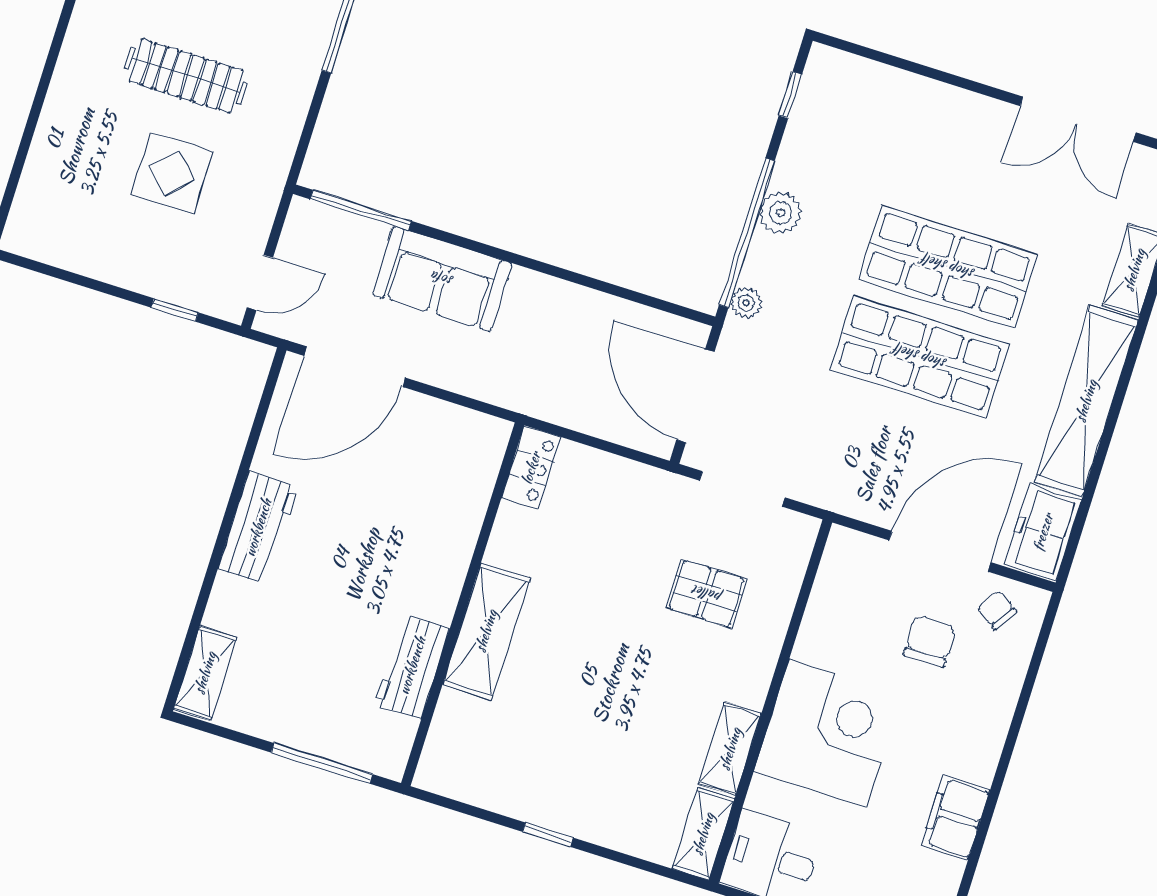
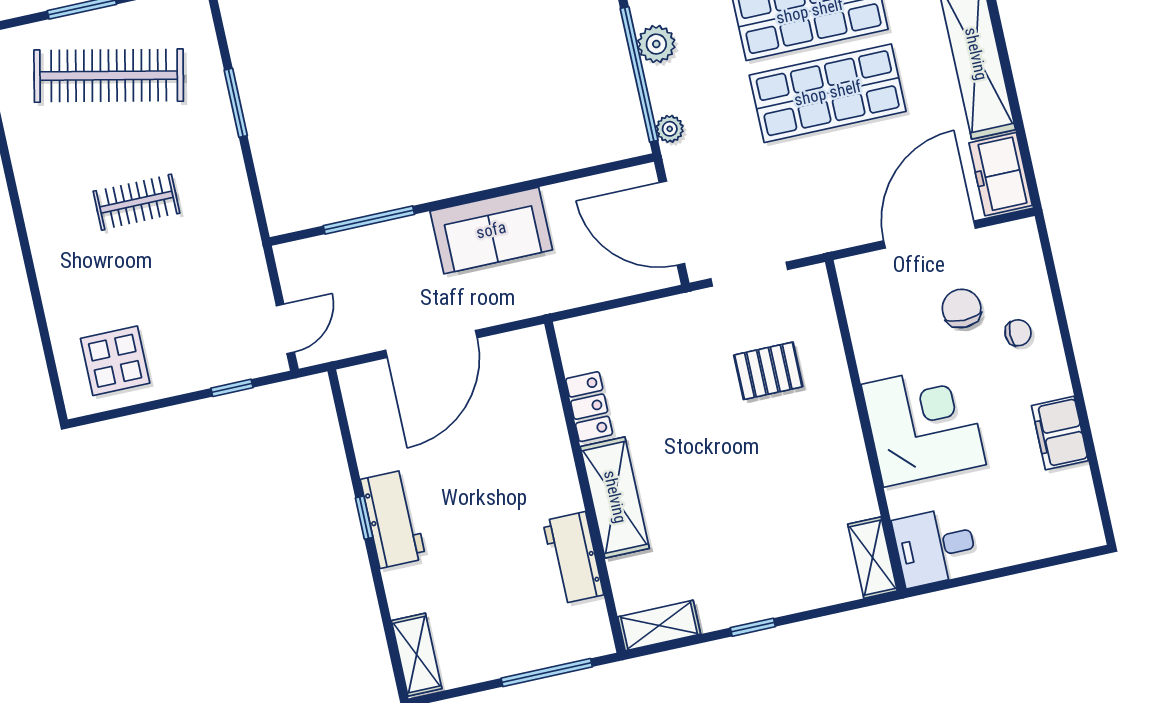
clothes rail: (186, 76) -> (136, 202), width x0.73
display table: (172, 173) -> (115, 361), moved
window: (361, 210) -> (369, 220), moved
sofa: (442, 279) -> (491, 230), moved
door: (355, 367) -> (431, 344), moved
locker: (531, 468) -> (589, 407), moved
window: (231, 510) -> (364, 518), added
chair: (997, 610) -> (1018, 333), moved, turned 148
shelving: (730, 749) -> (659, 626), moved, turned 90

